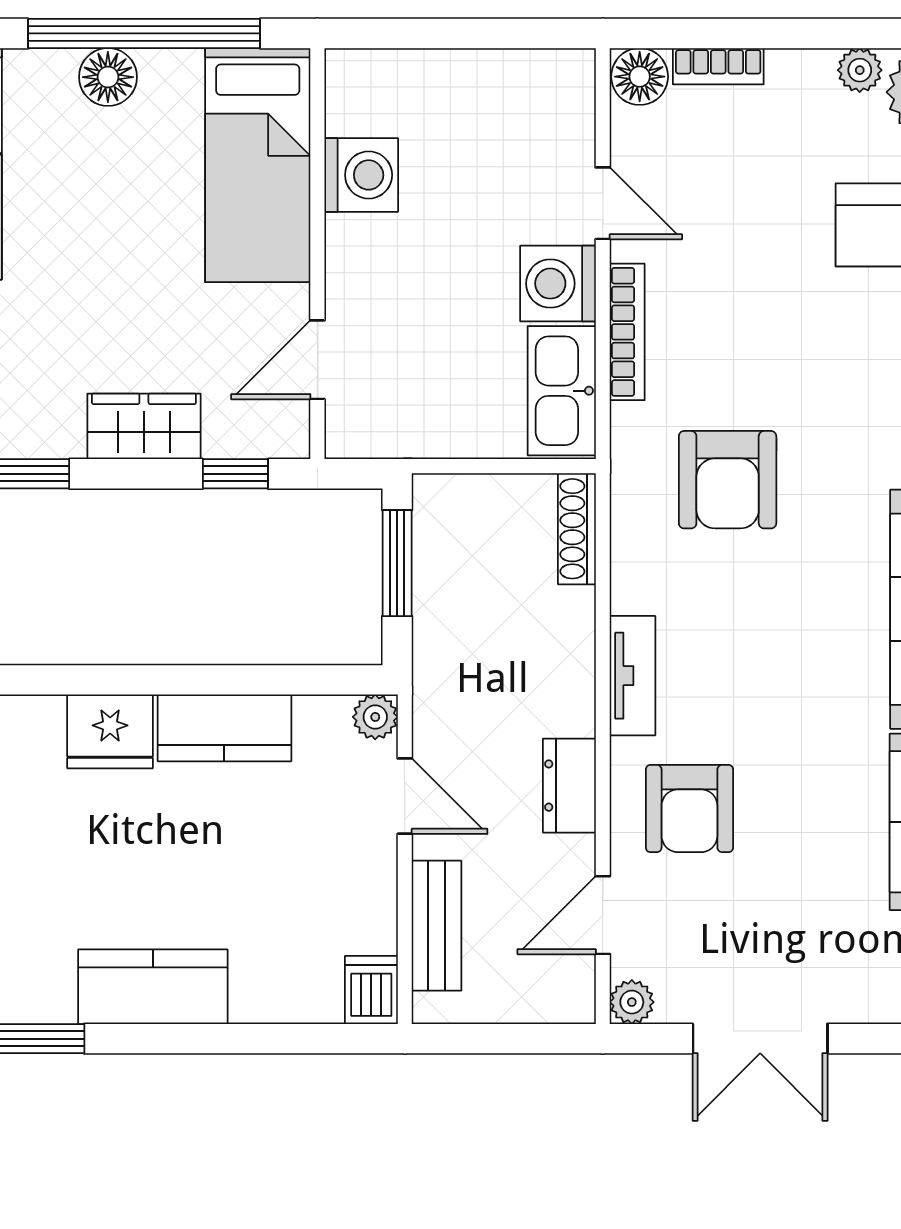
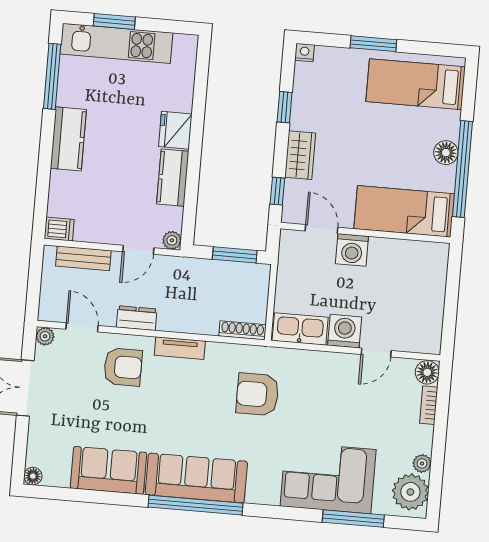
washing machine: (361, 175) -> (352, 250), moved
bookcase: (627, 332) -> (322, 358), removed
armchair: (689, 809) -> (123, 367), turned 180

